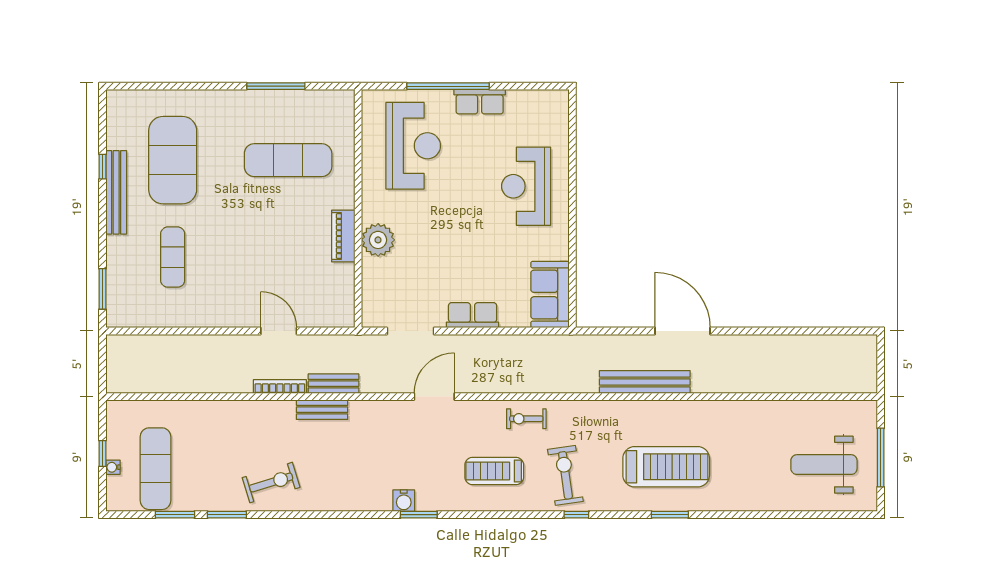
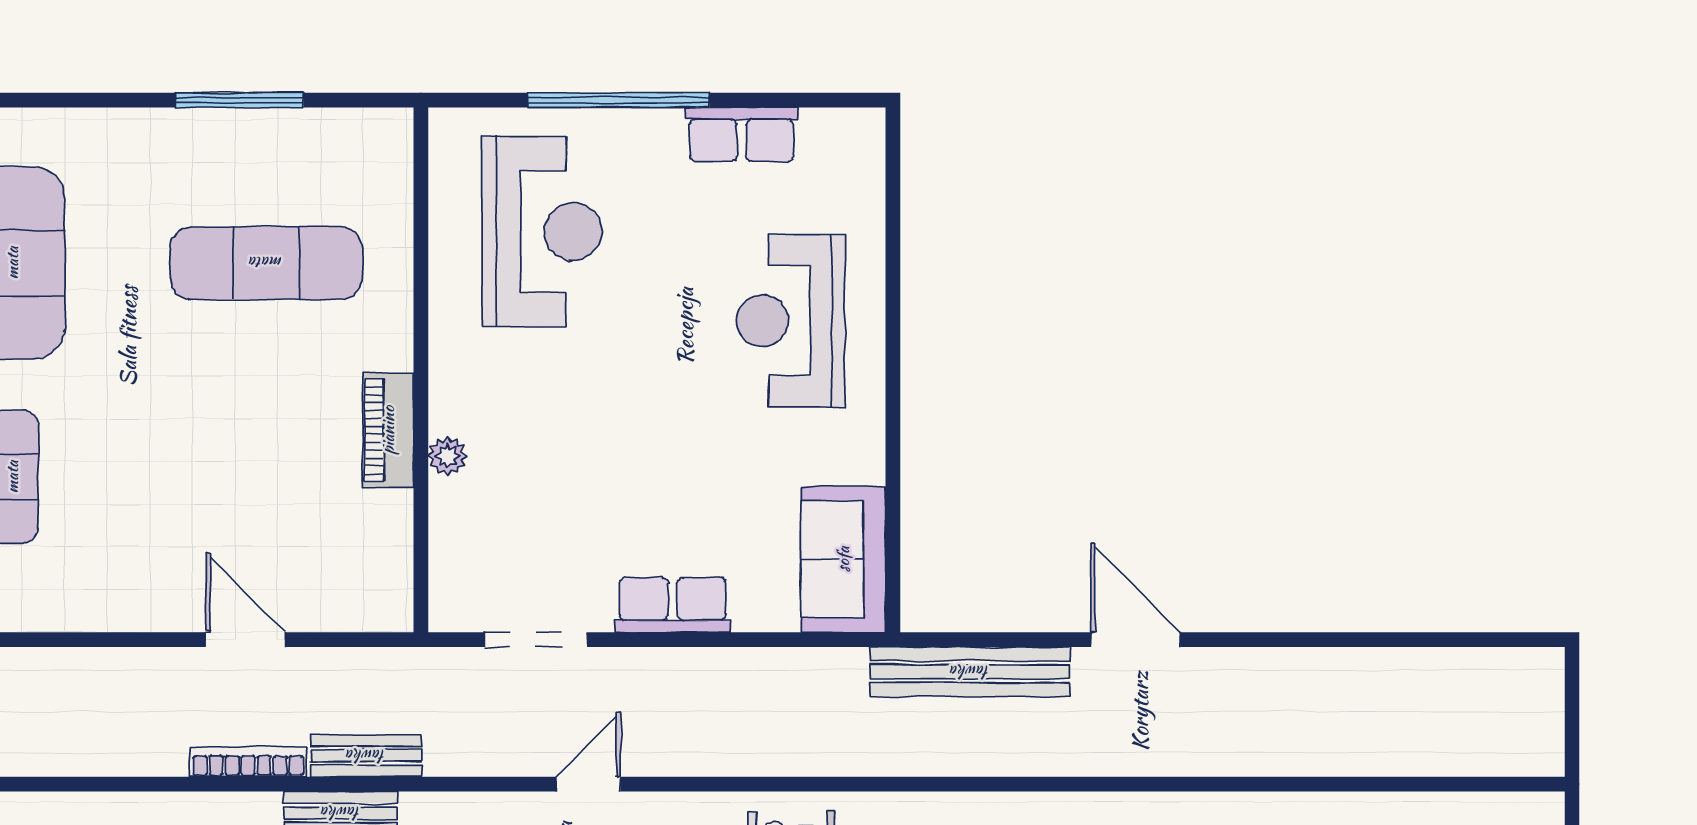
row of seats: (480, 102) -> (742, 134), moved
plant: (378, 240) -> (447, 456), width x0.53, depth x0.53
door: (683, 331) -> (1136, 640), width x0.73
bench: (645, 382) -> (970, 672), moved
door: (434, 397) -> (588, 784), width x0.73

